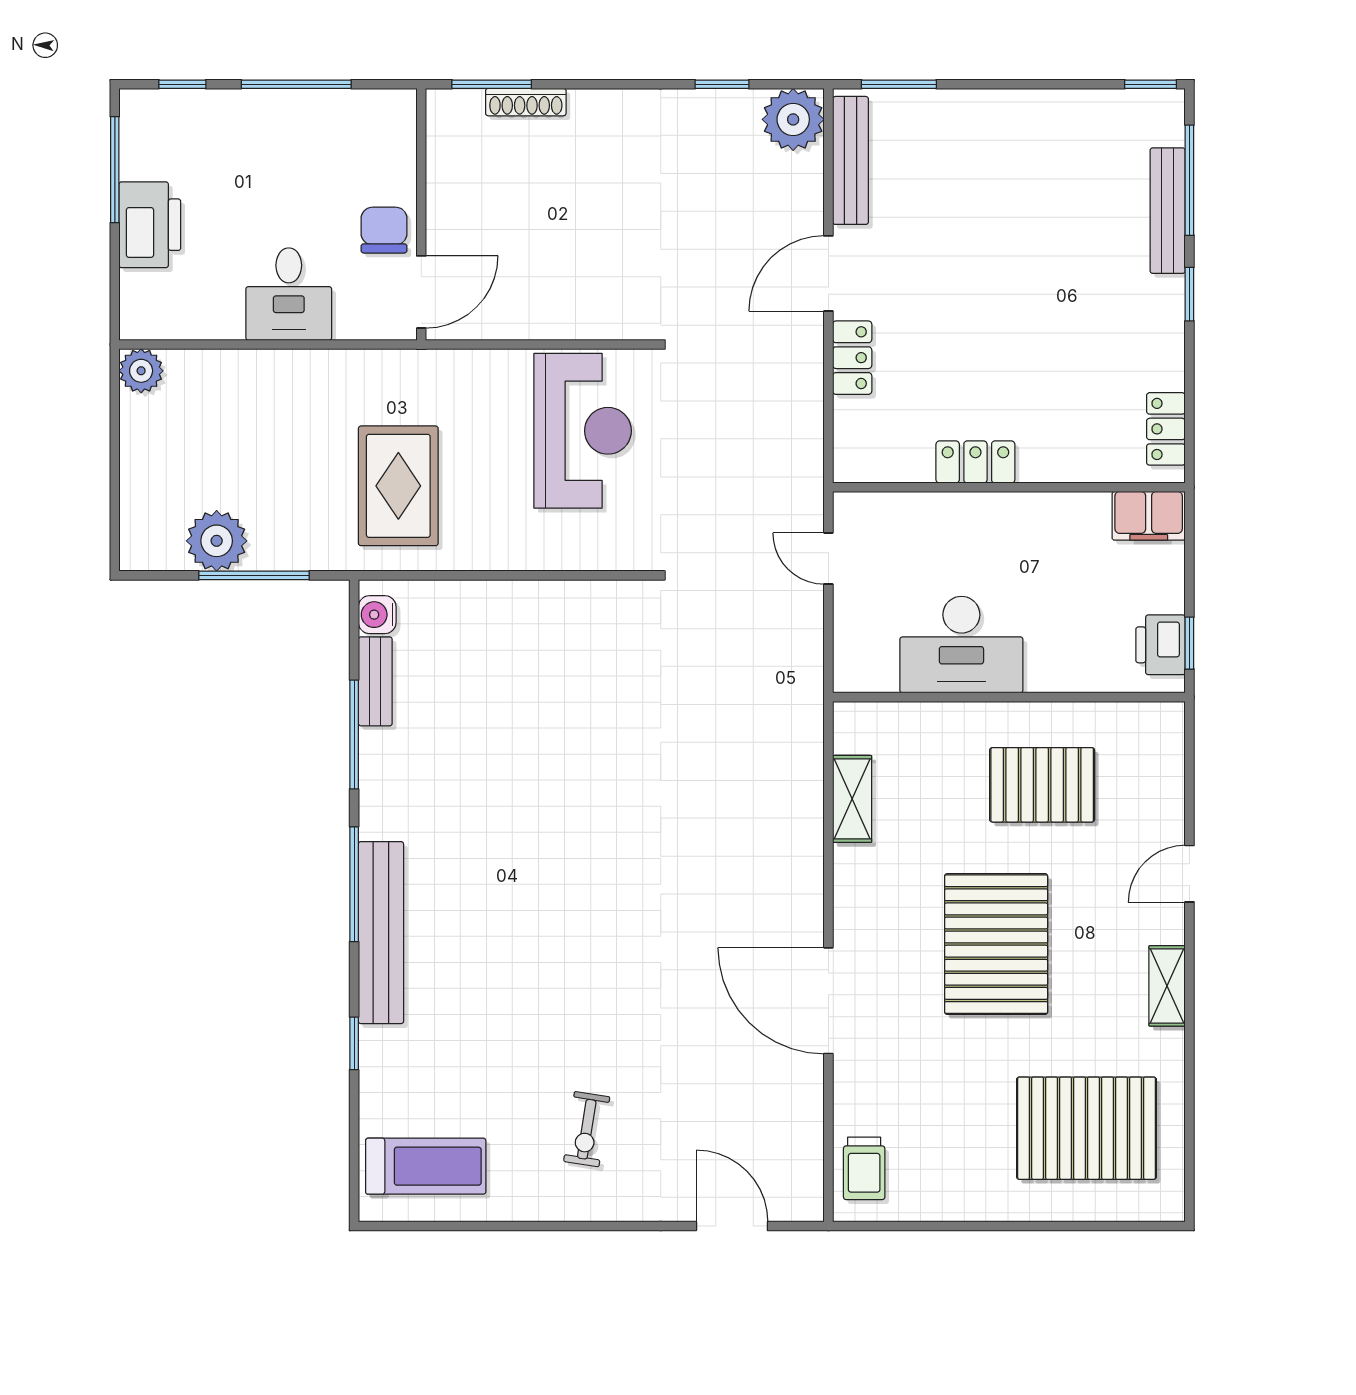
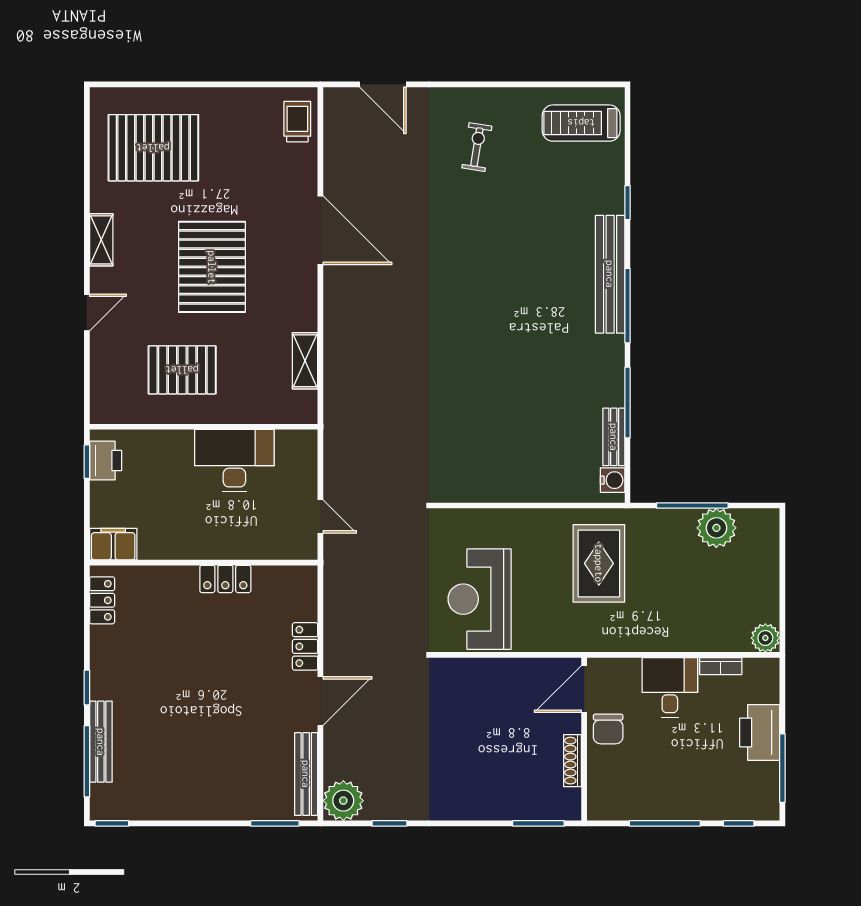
shoe rack: (526, 102) -> (572, 761), moved, turned -90
bookcase: (210, 327) -> (721, 666), added

